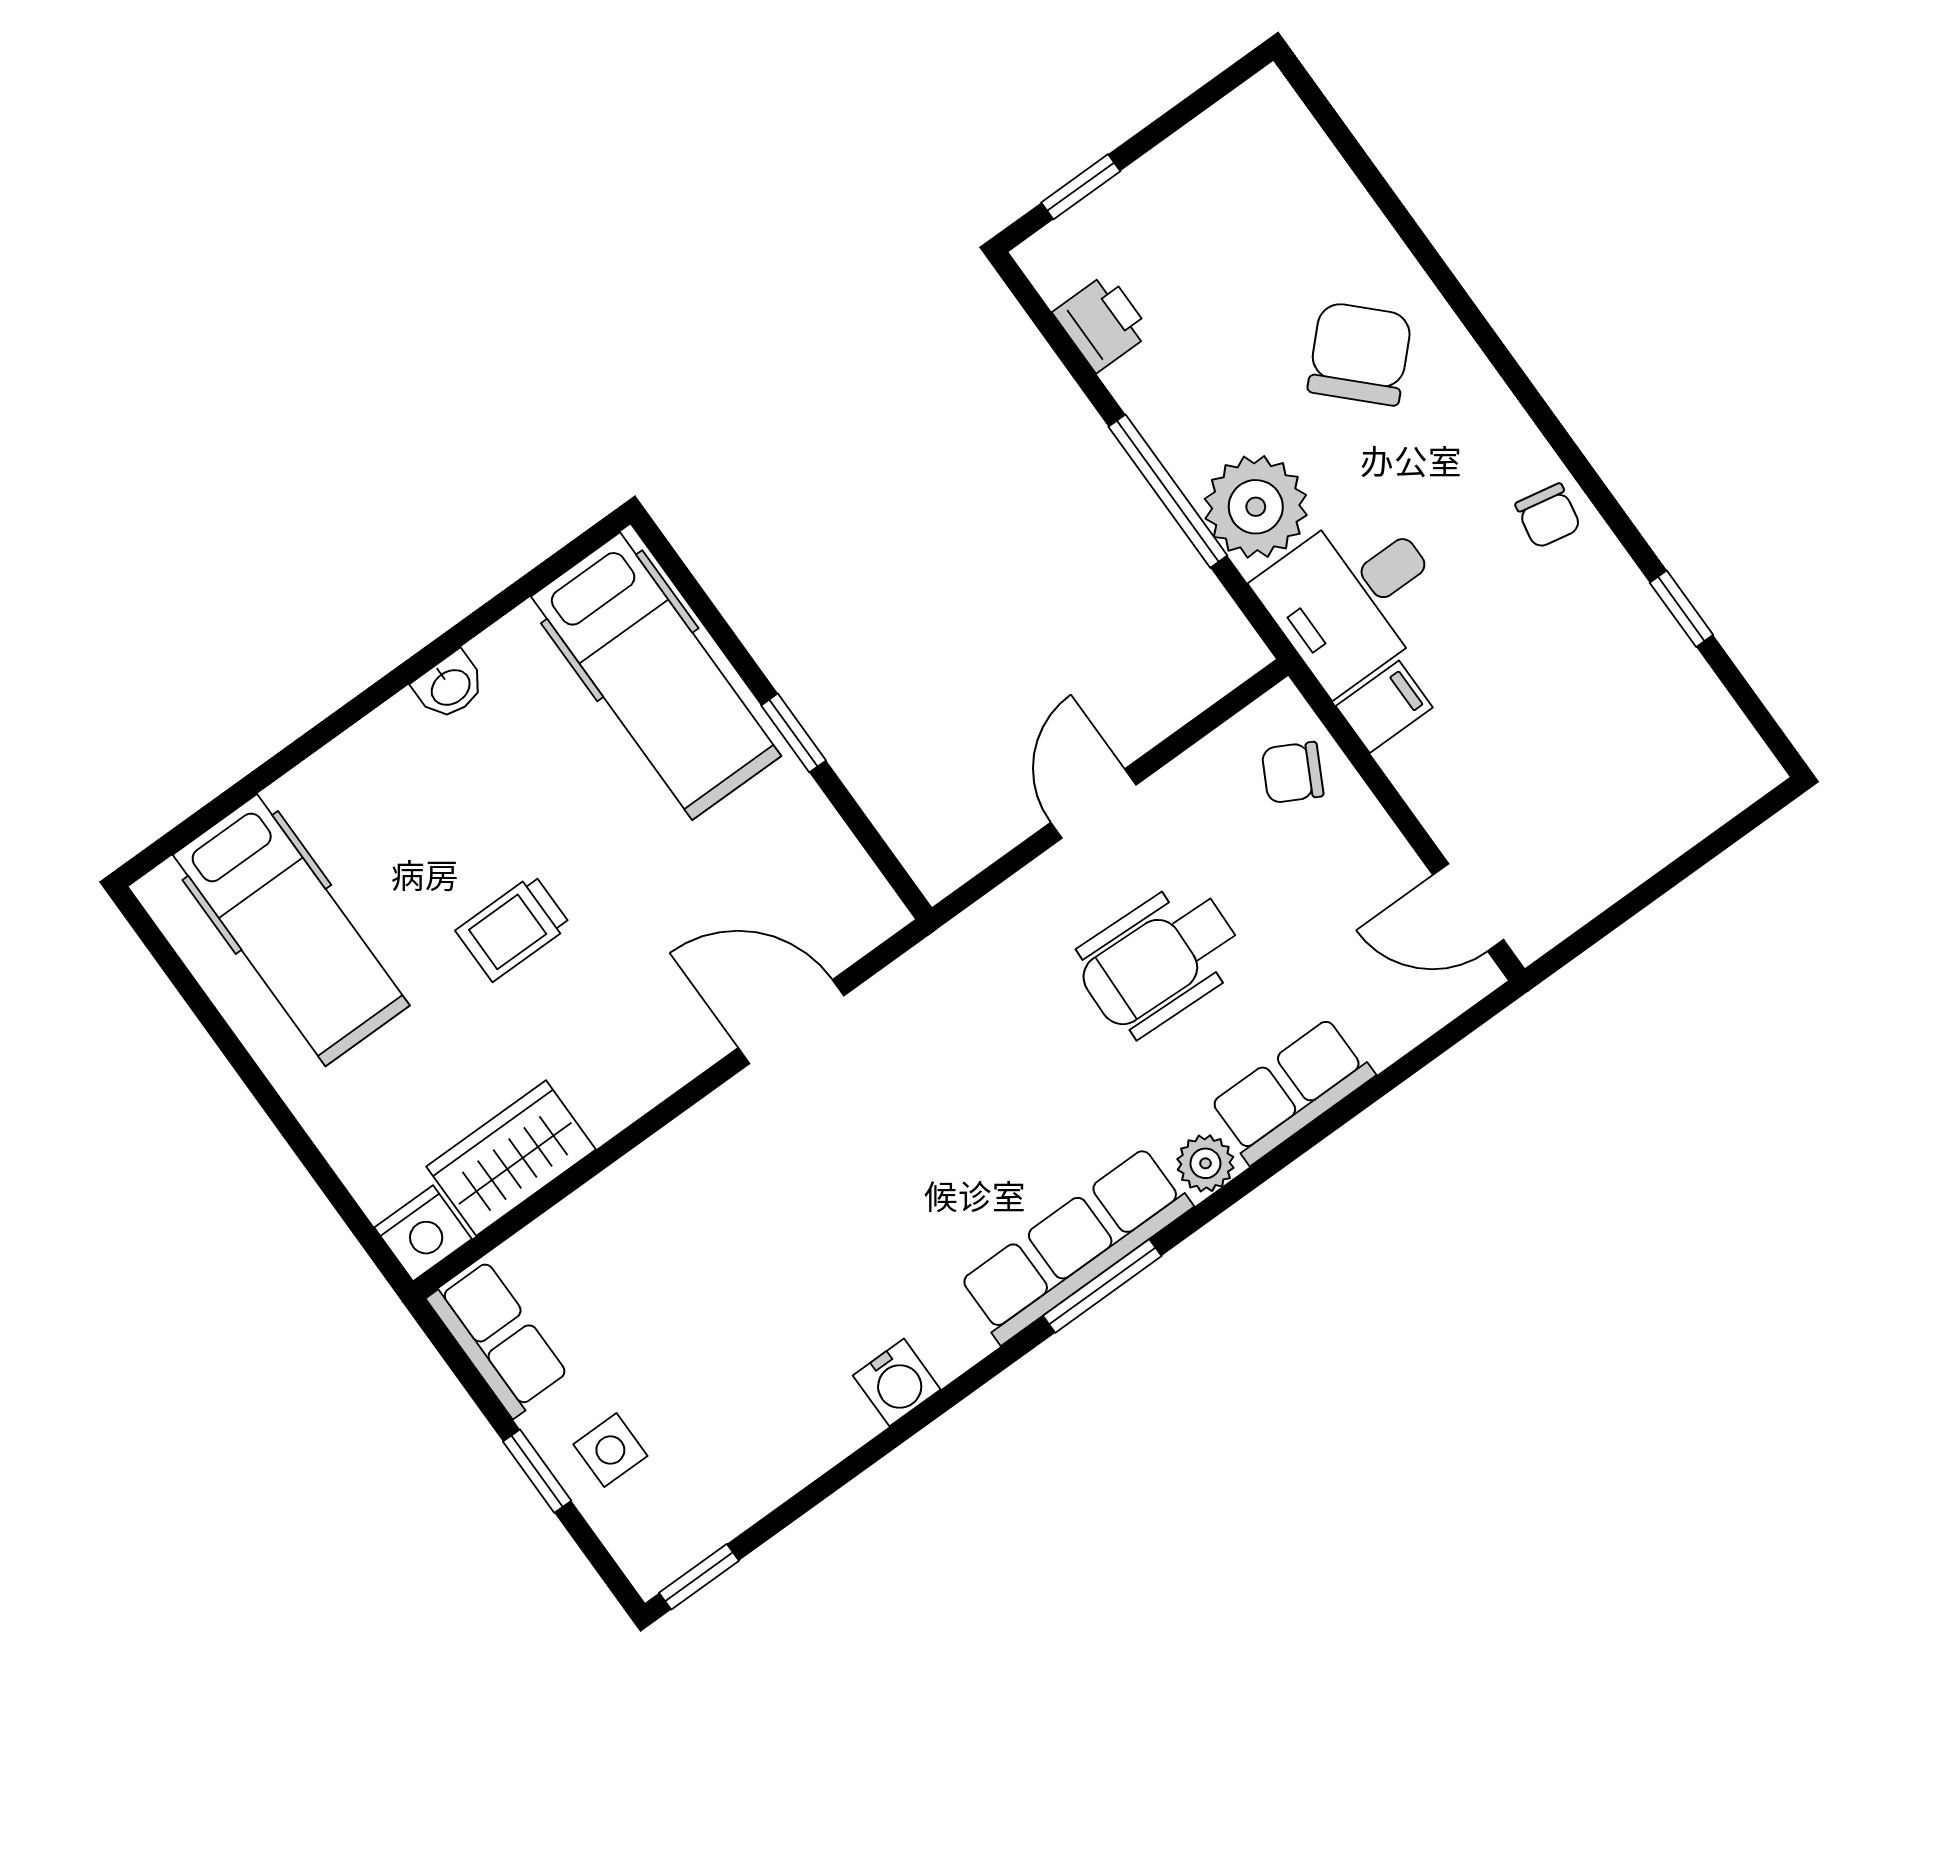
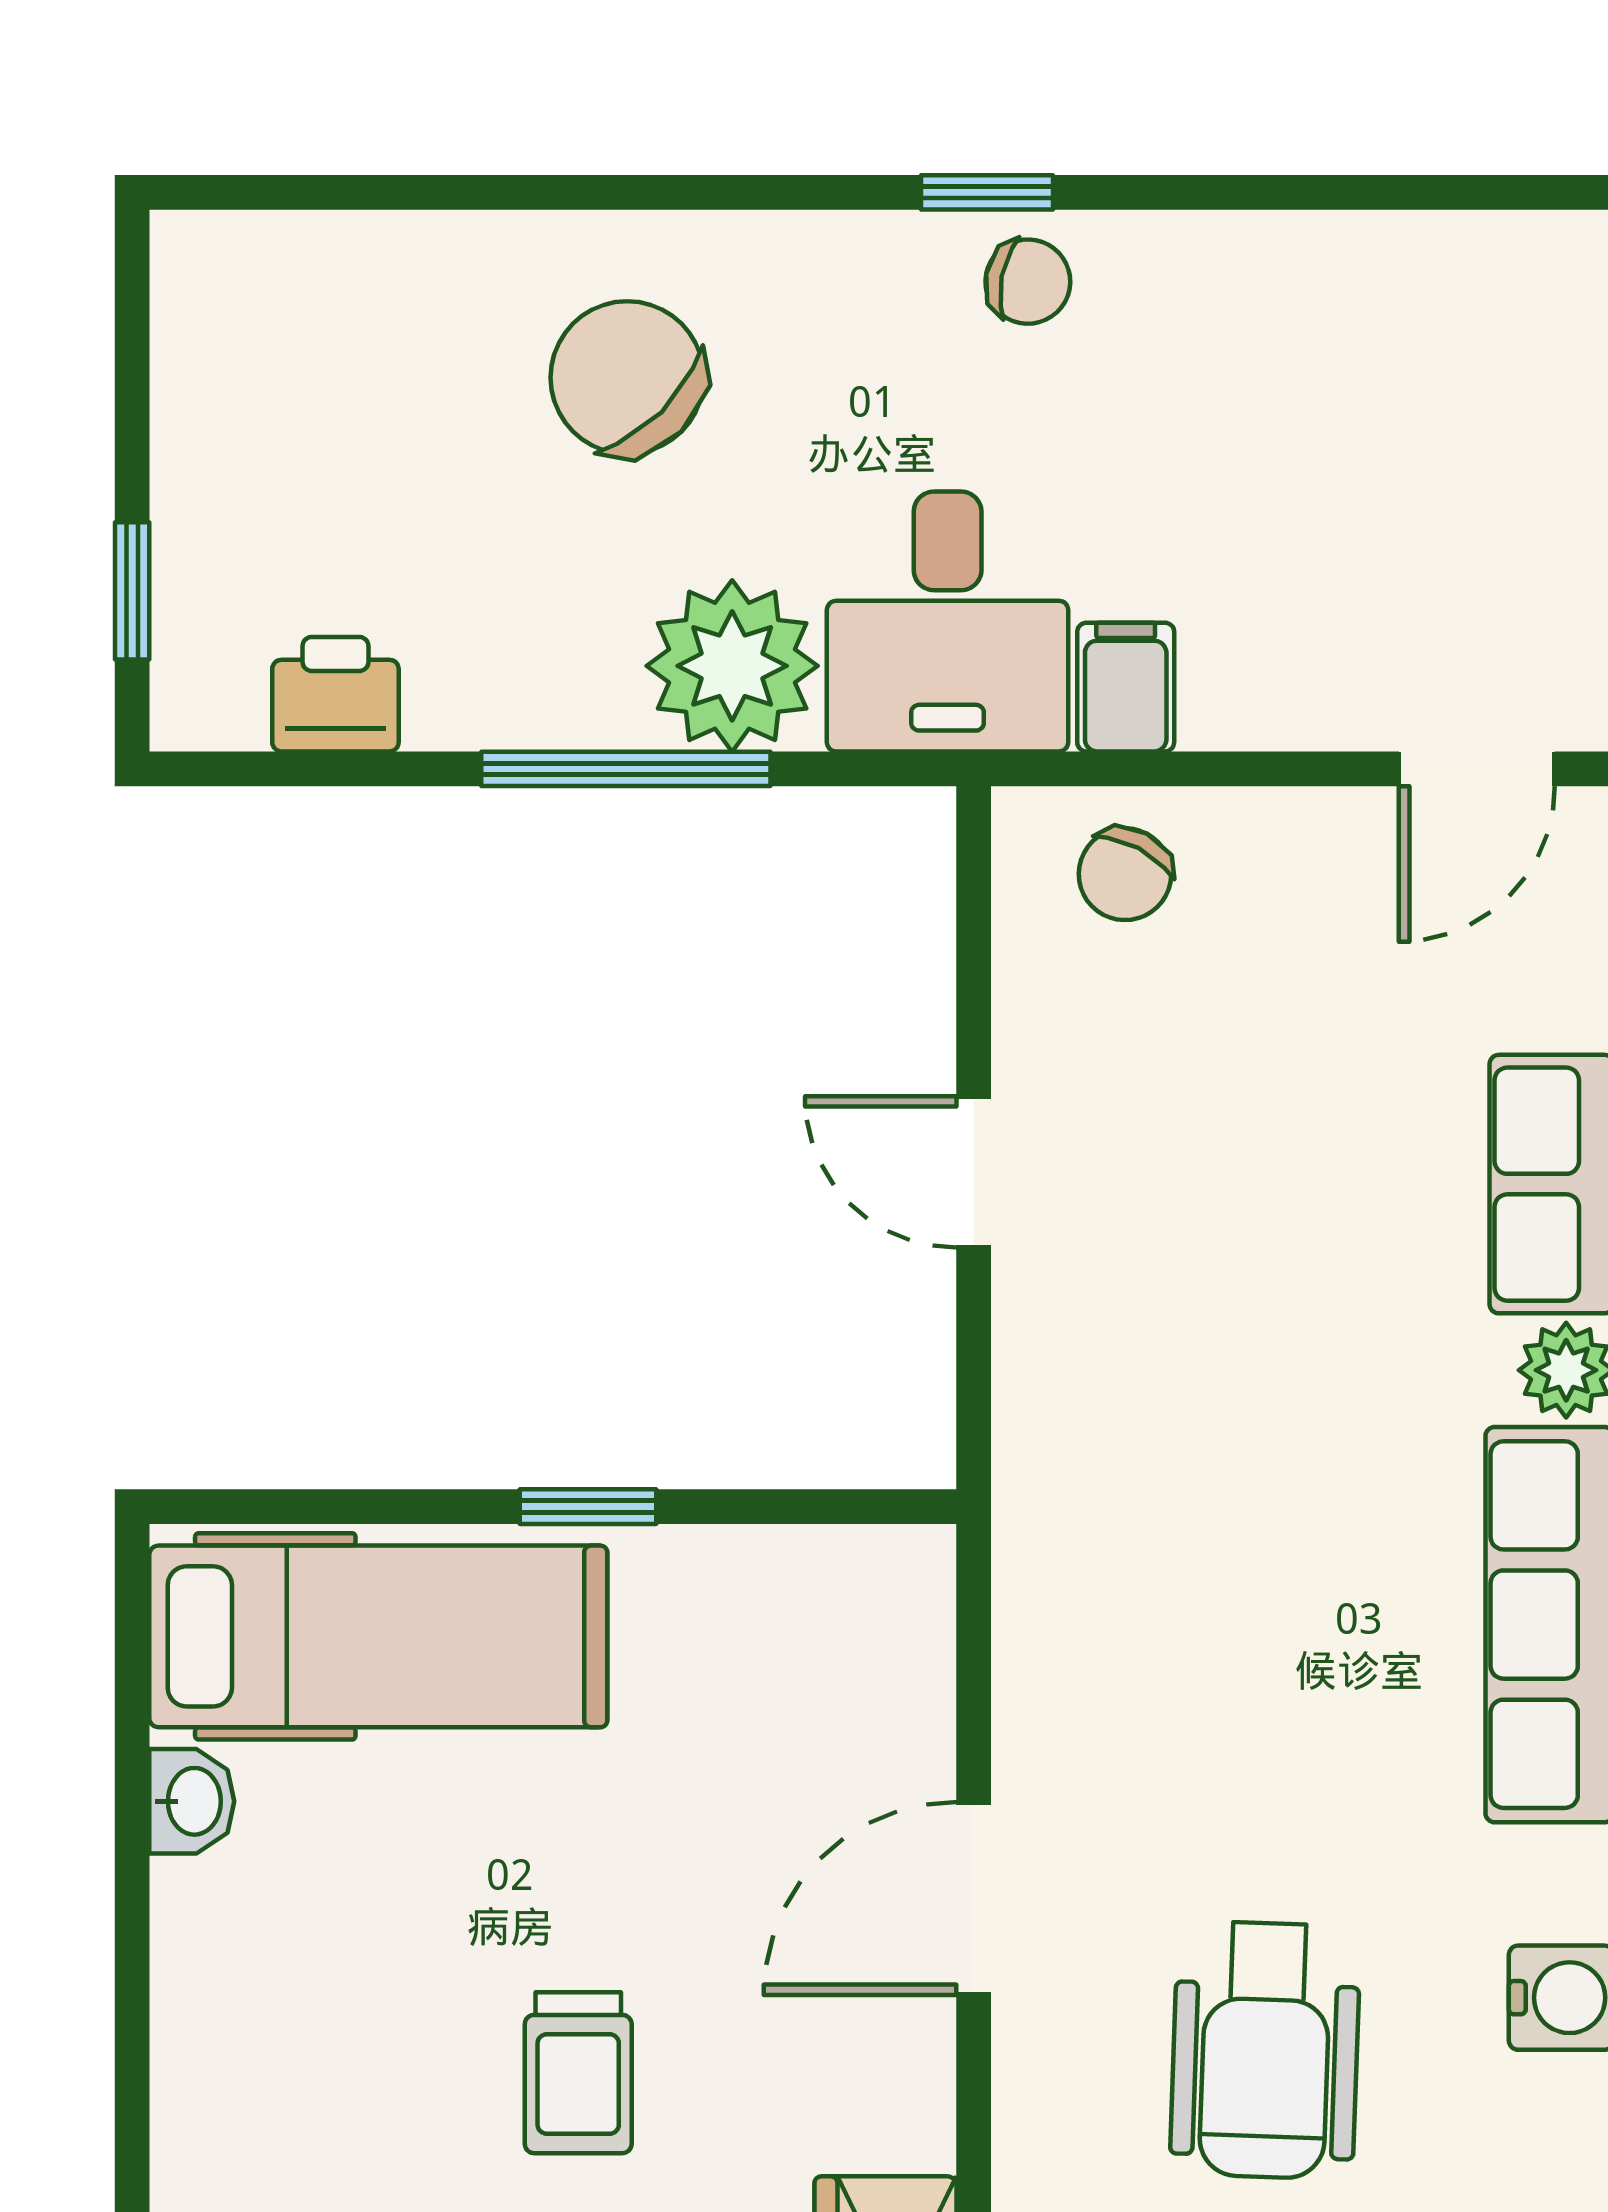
window: (1681, 609) -> (987, 192), moved
washbasin: (450, 686) -> (192, 1801), moved
wheelchair: (1159, 959) -> (1265, 2050), moved
door: (791, 1022) -> (974, 1899), moved

